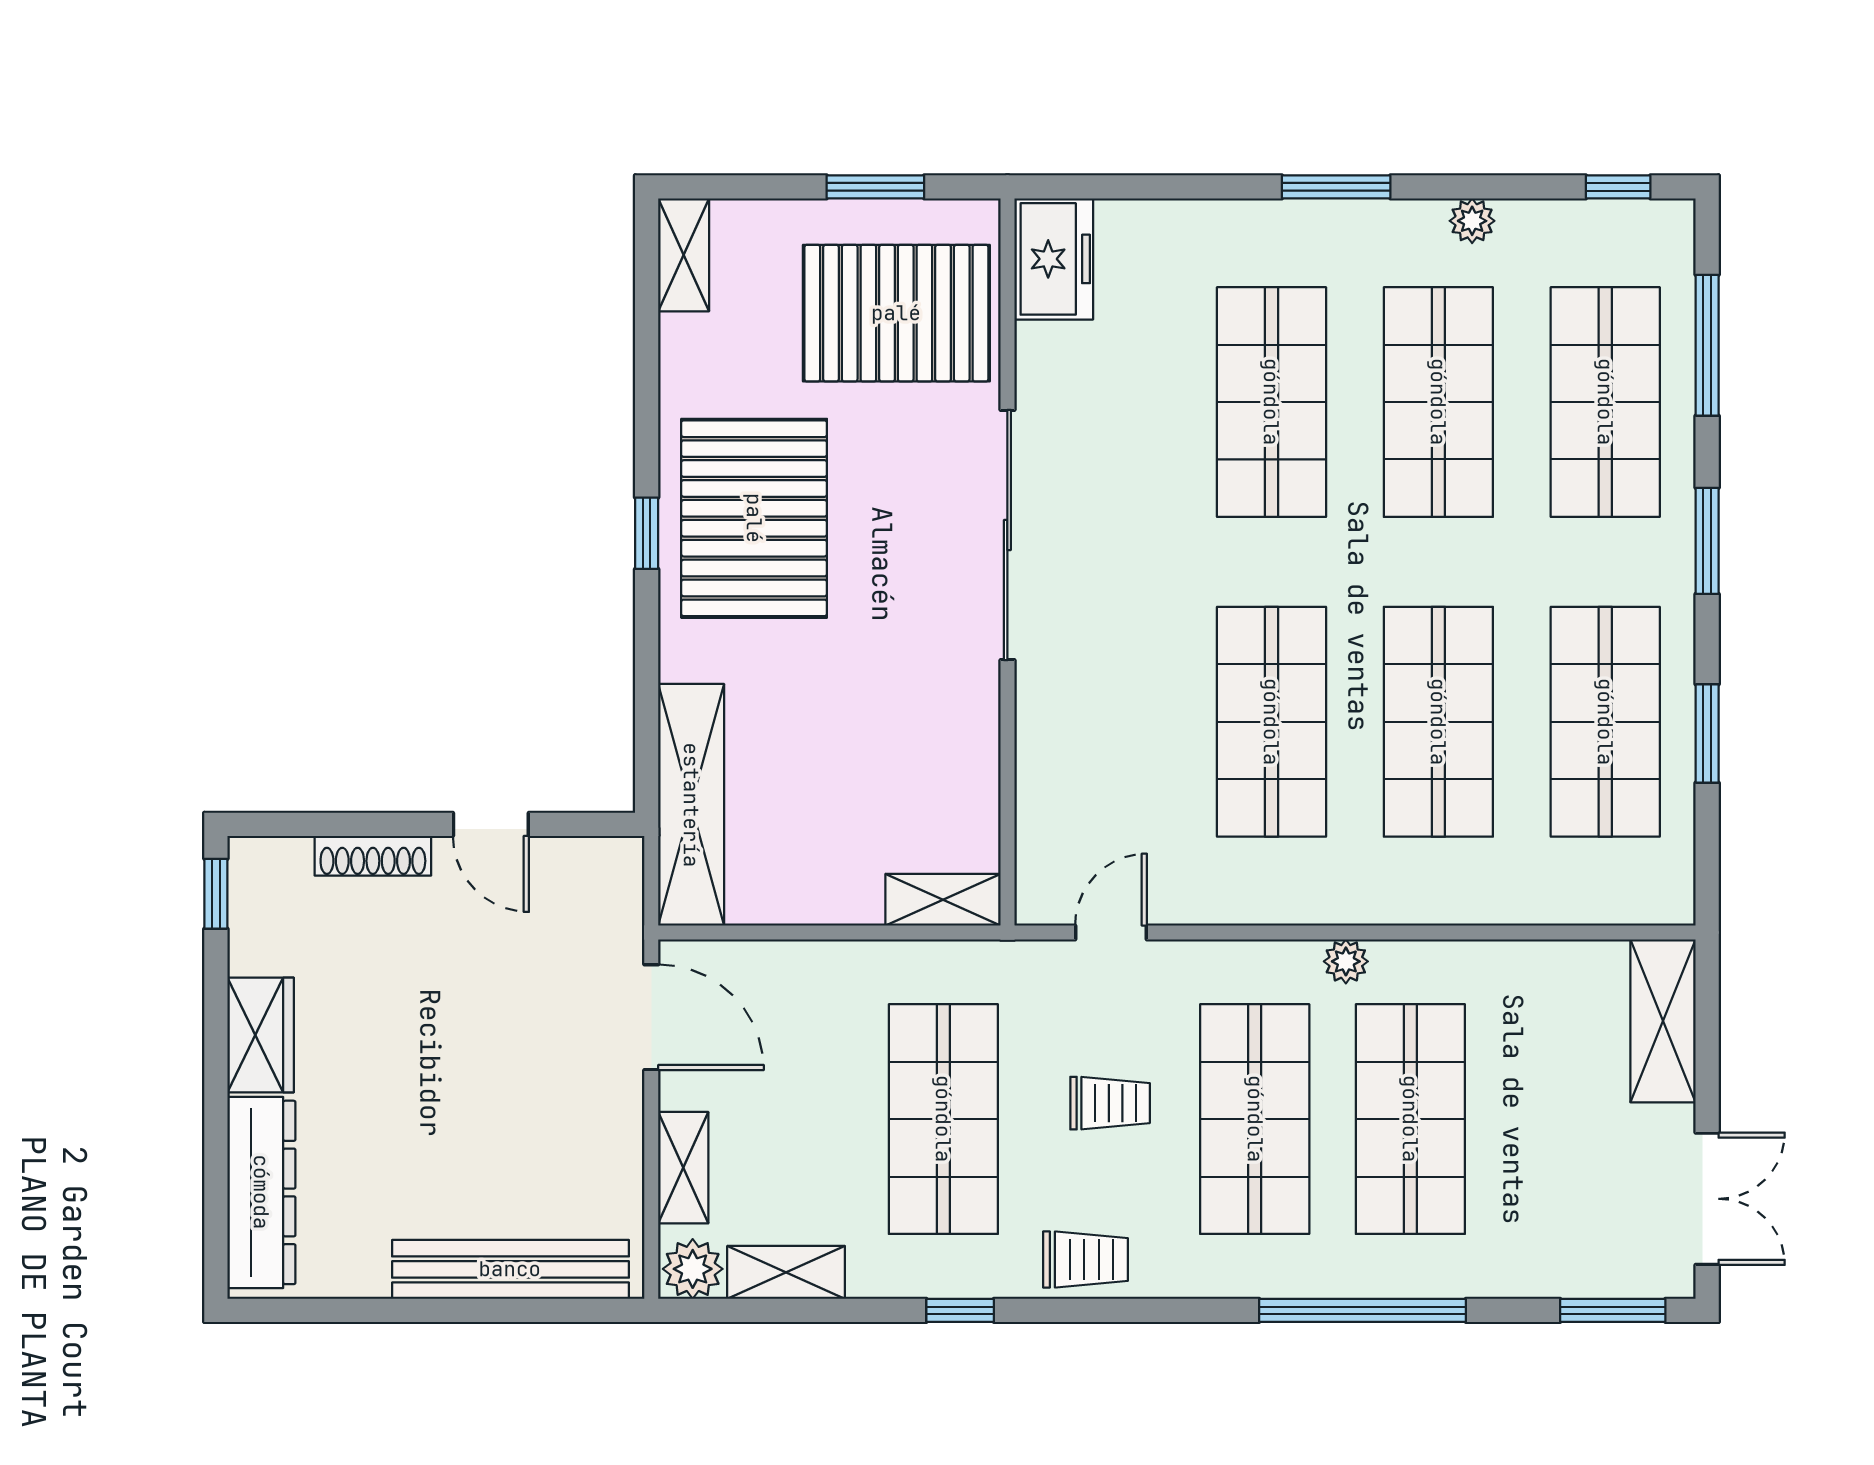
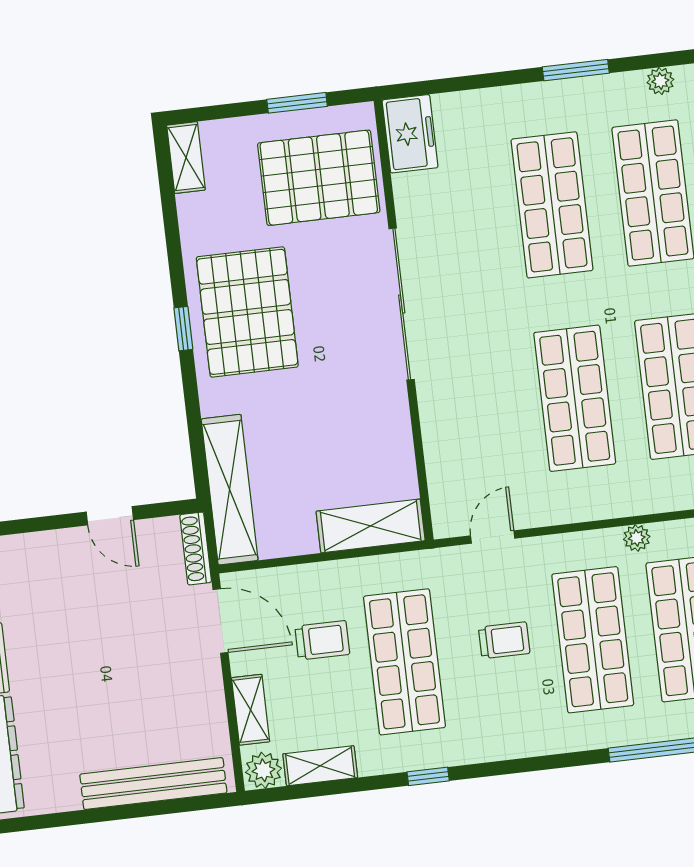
shoe rack: (373, 856) -> (196, 548), moved, turned 90
shelving: (943, 900) -> (371, 526), width x1.50, depth x1.33
trolley: (1086, 1259) -> (322, 640), moved

